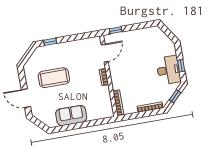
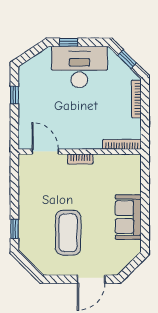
window: (116, 30) -> (14, 95), moved
window: (181, 66) -> (69, 42), moved
desk: (168, 70) -> (79, 67), width x1.36, depth x1.30

